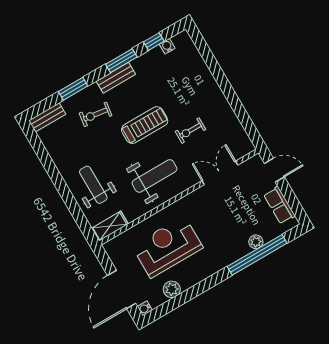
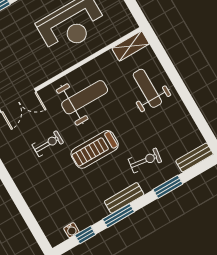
weight bench: (155, 176) -> (85, 97), turned 180
weight bench: (93, 185) -> (147, 88), turned 180

